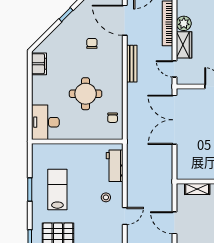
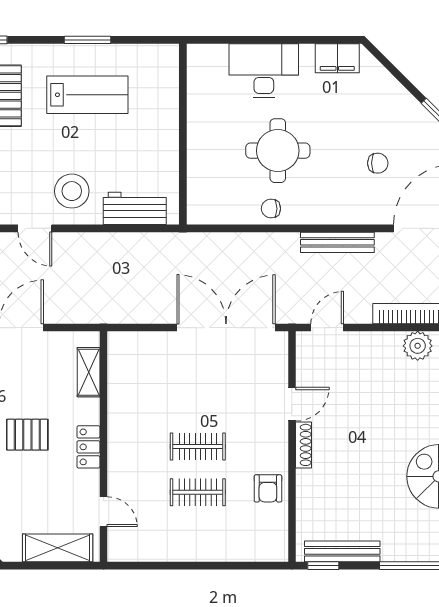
wardrobe: (184, 45) -> (375, 346), removed
chair: (113, 118) -> (271, 209), moved
desk: (45, 122) -> (264, 71), moved
stool: (106, 197) -> (72, 191), width x1.89, depth x1.89

